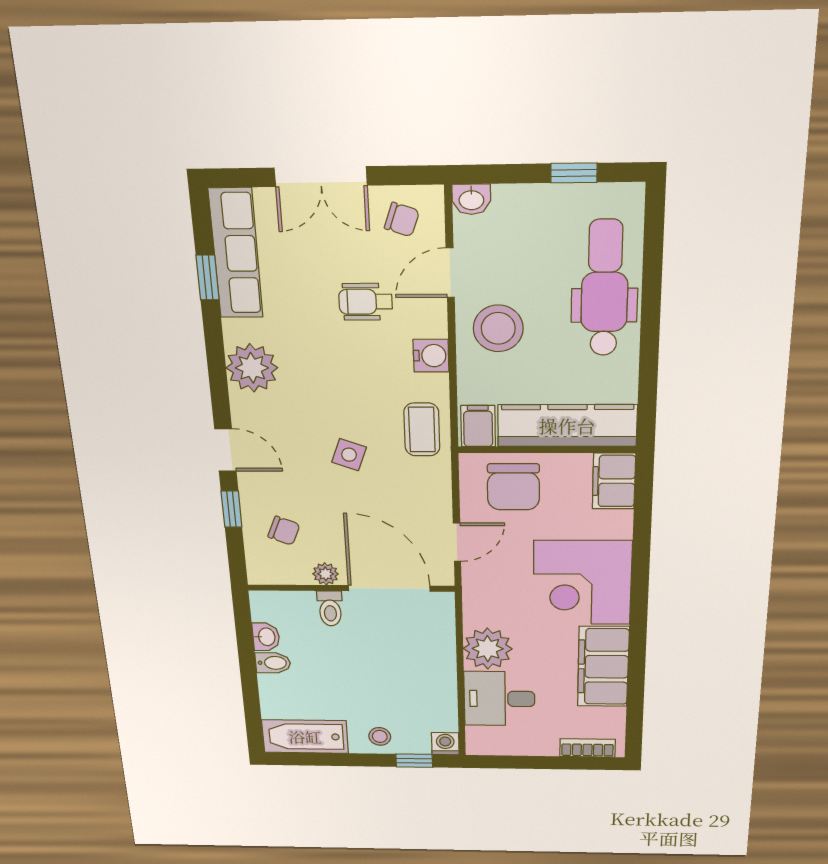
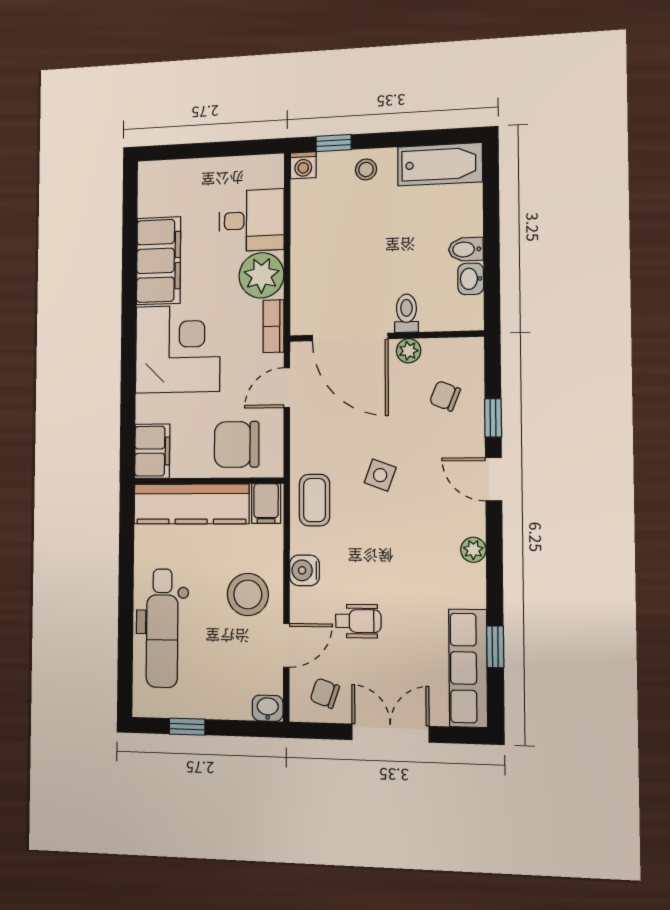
plant: (252, 368) -> (473, 550), width x0.53, depth x0.53
chair: (513, 487) -> (237, 444), turned -90
bookcase: (588, 748) -> (273, 326), moved, turned 90

